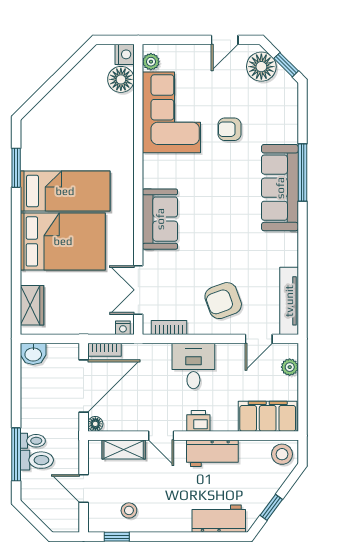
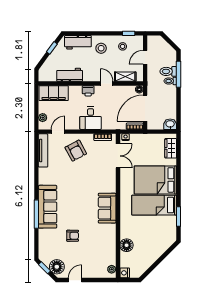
floor lamp: (121, 79) -> (127, 245), moved
corner sofa: (171, 112) -> (101, 244), removed
sofa: (160, 219) -> (107, 208), moved
armchair: (223, 301) -> (76, 151), turned 82
workbench: (212, 453) -> (70, 75), moved
stool: (282, 454) -> (101, 48), moved
door: (84, 488) -> (145, 57), swing flipped

